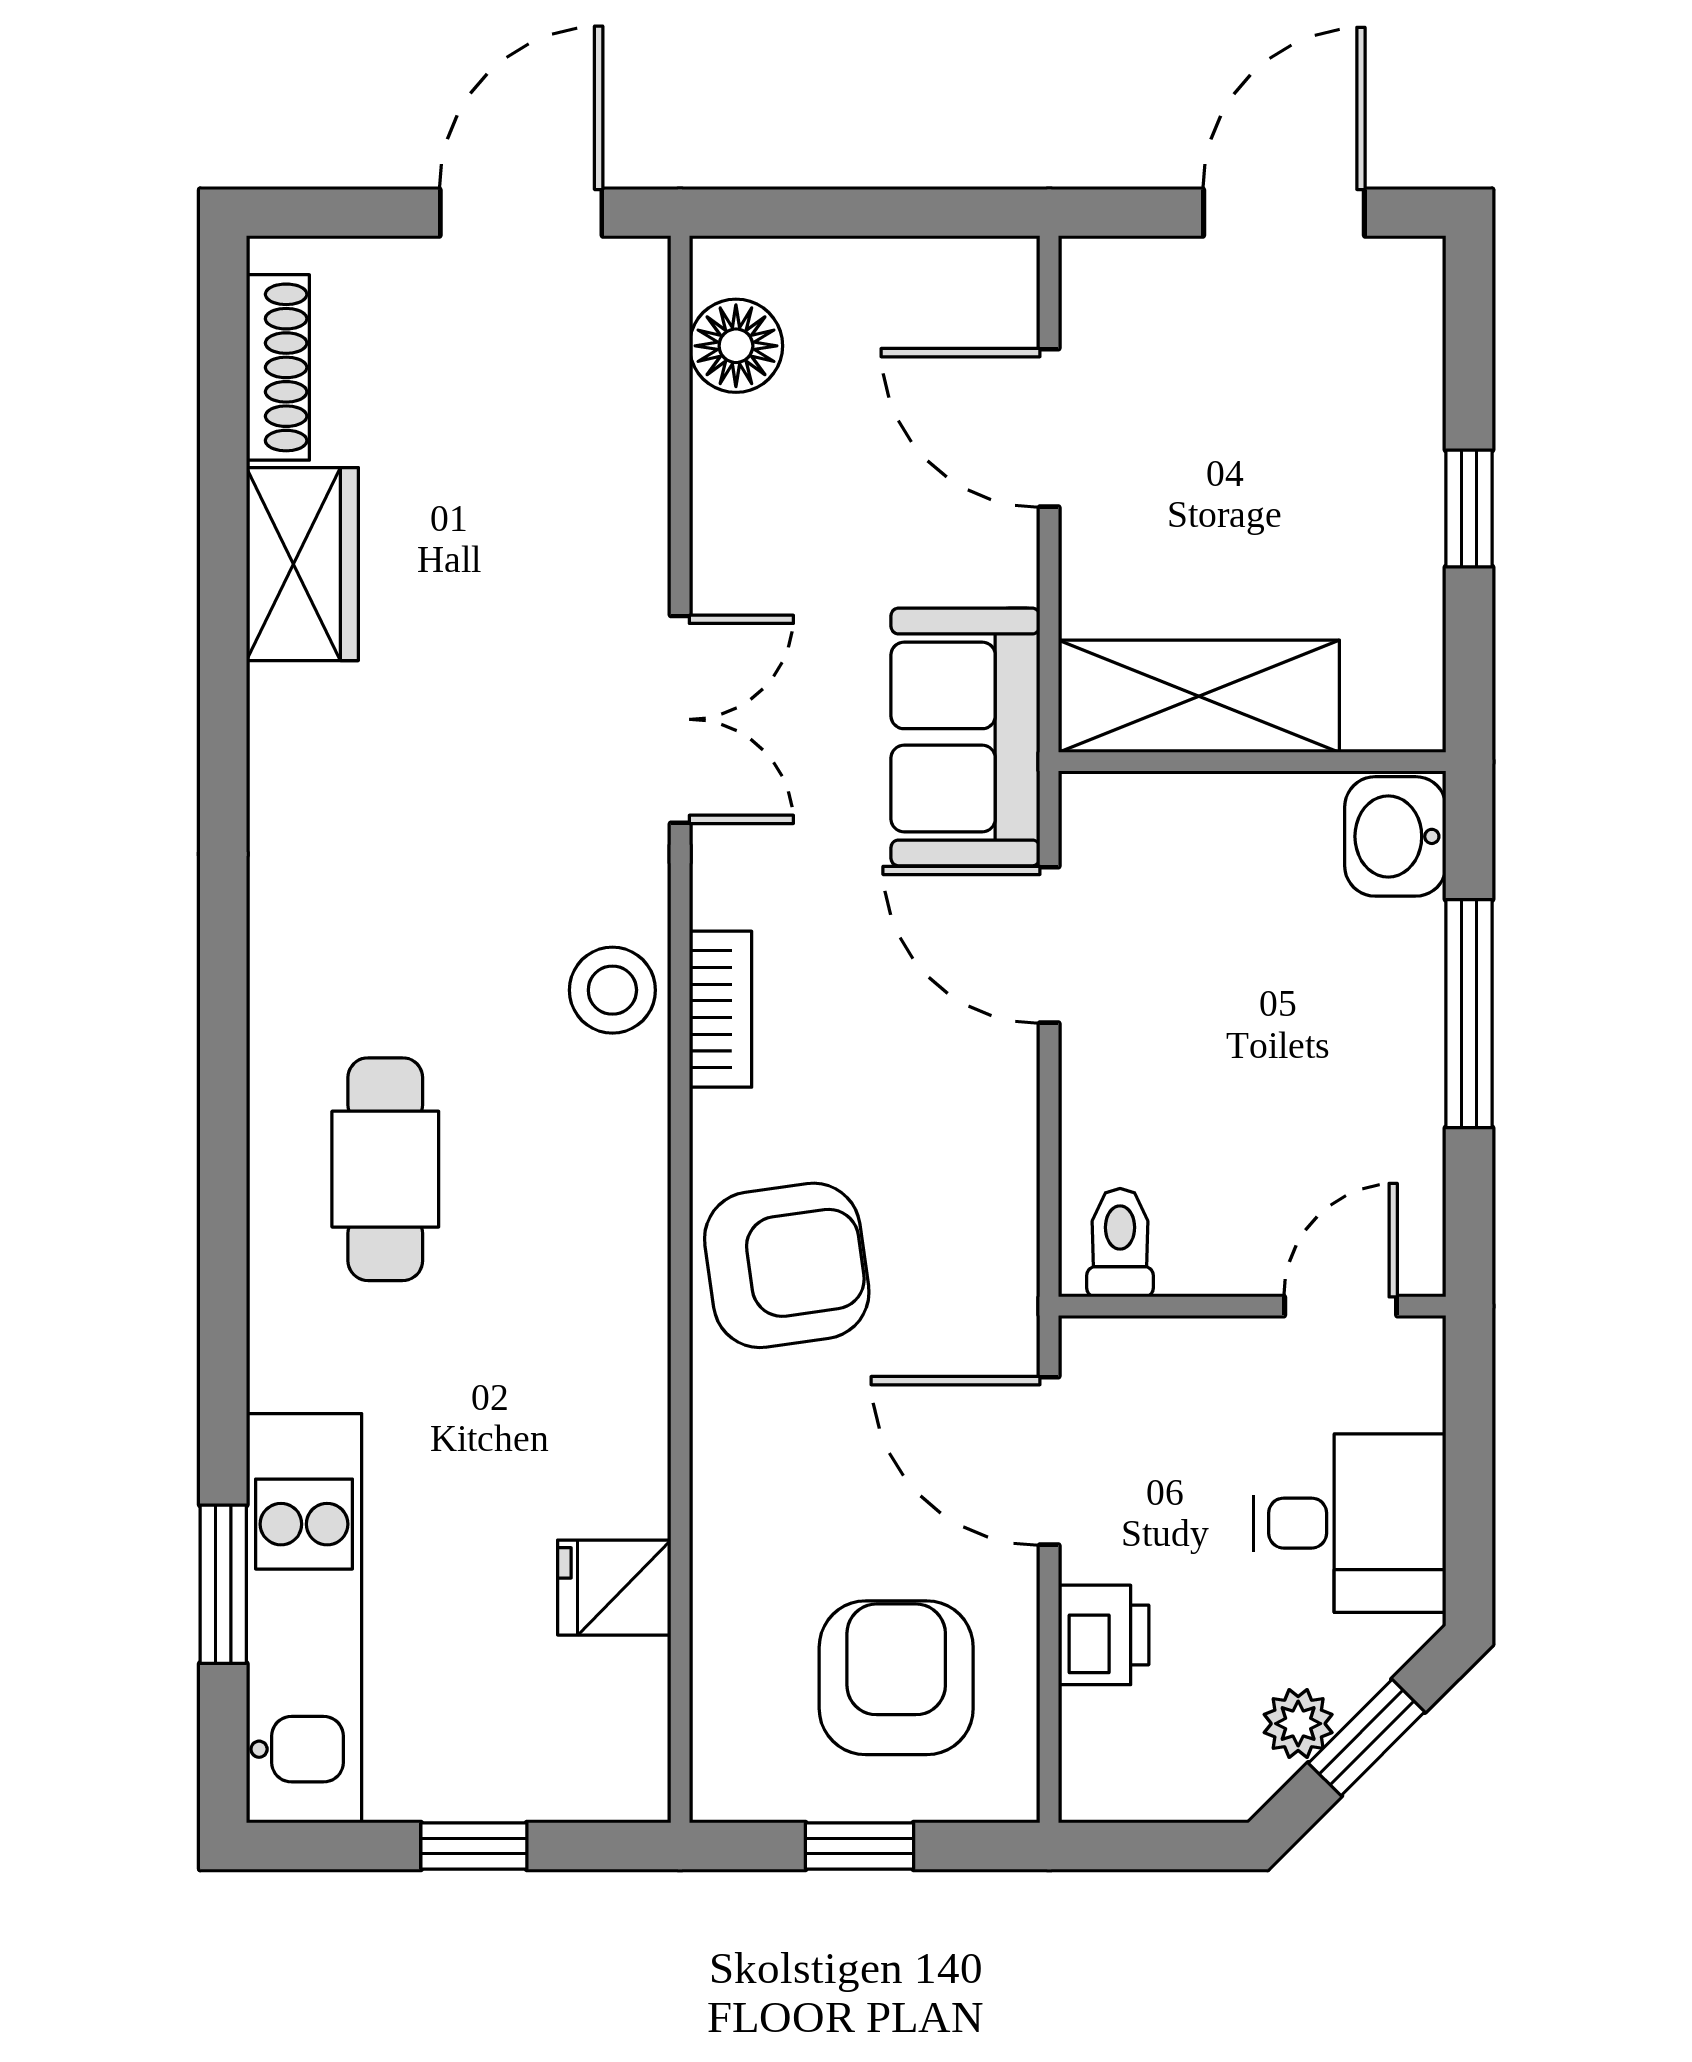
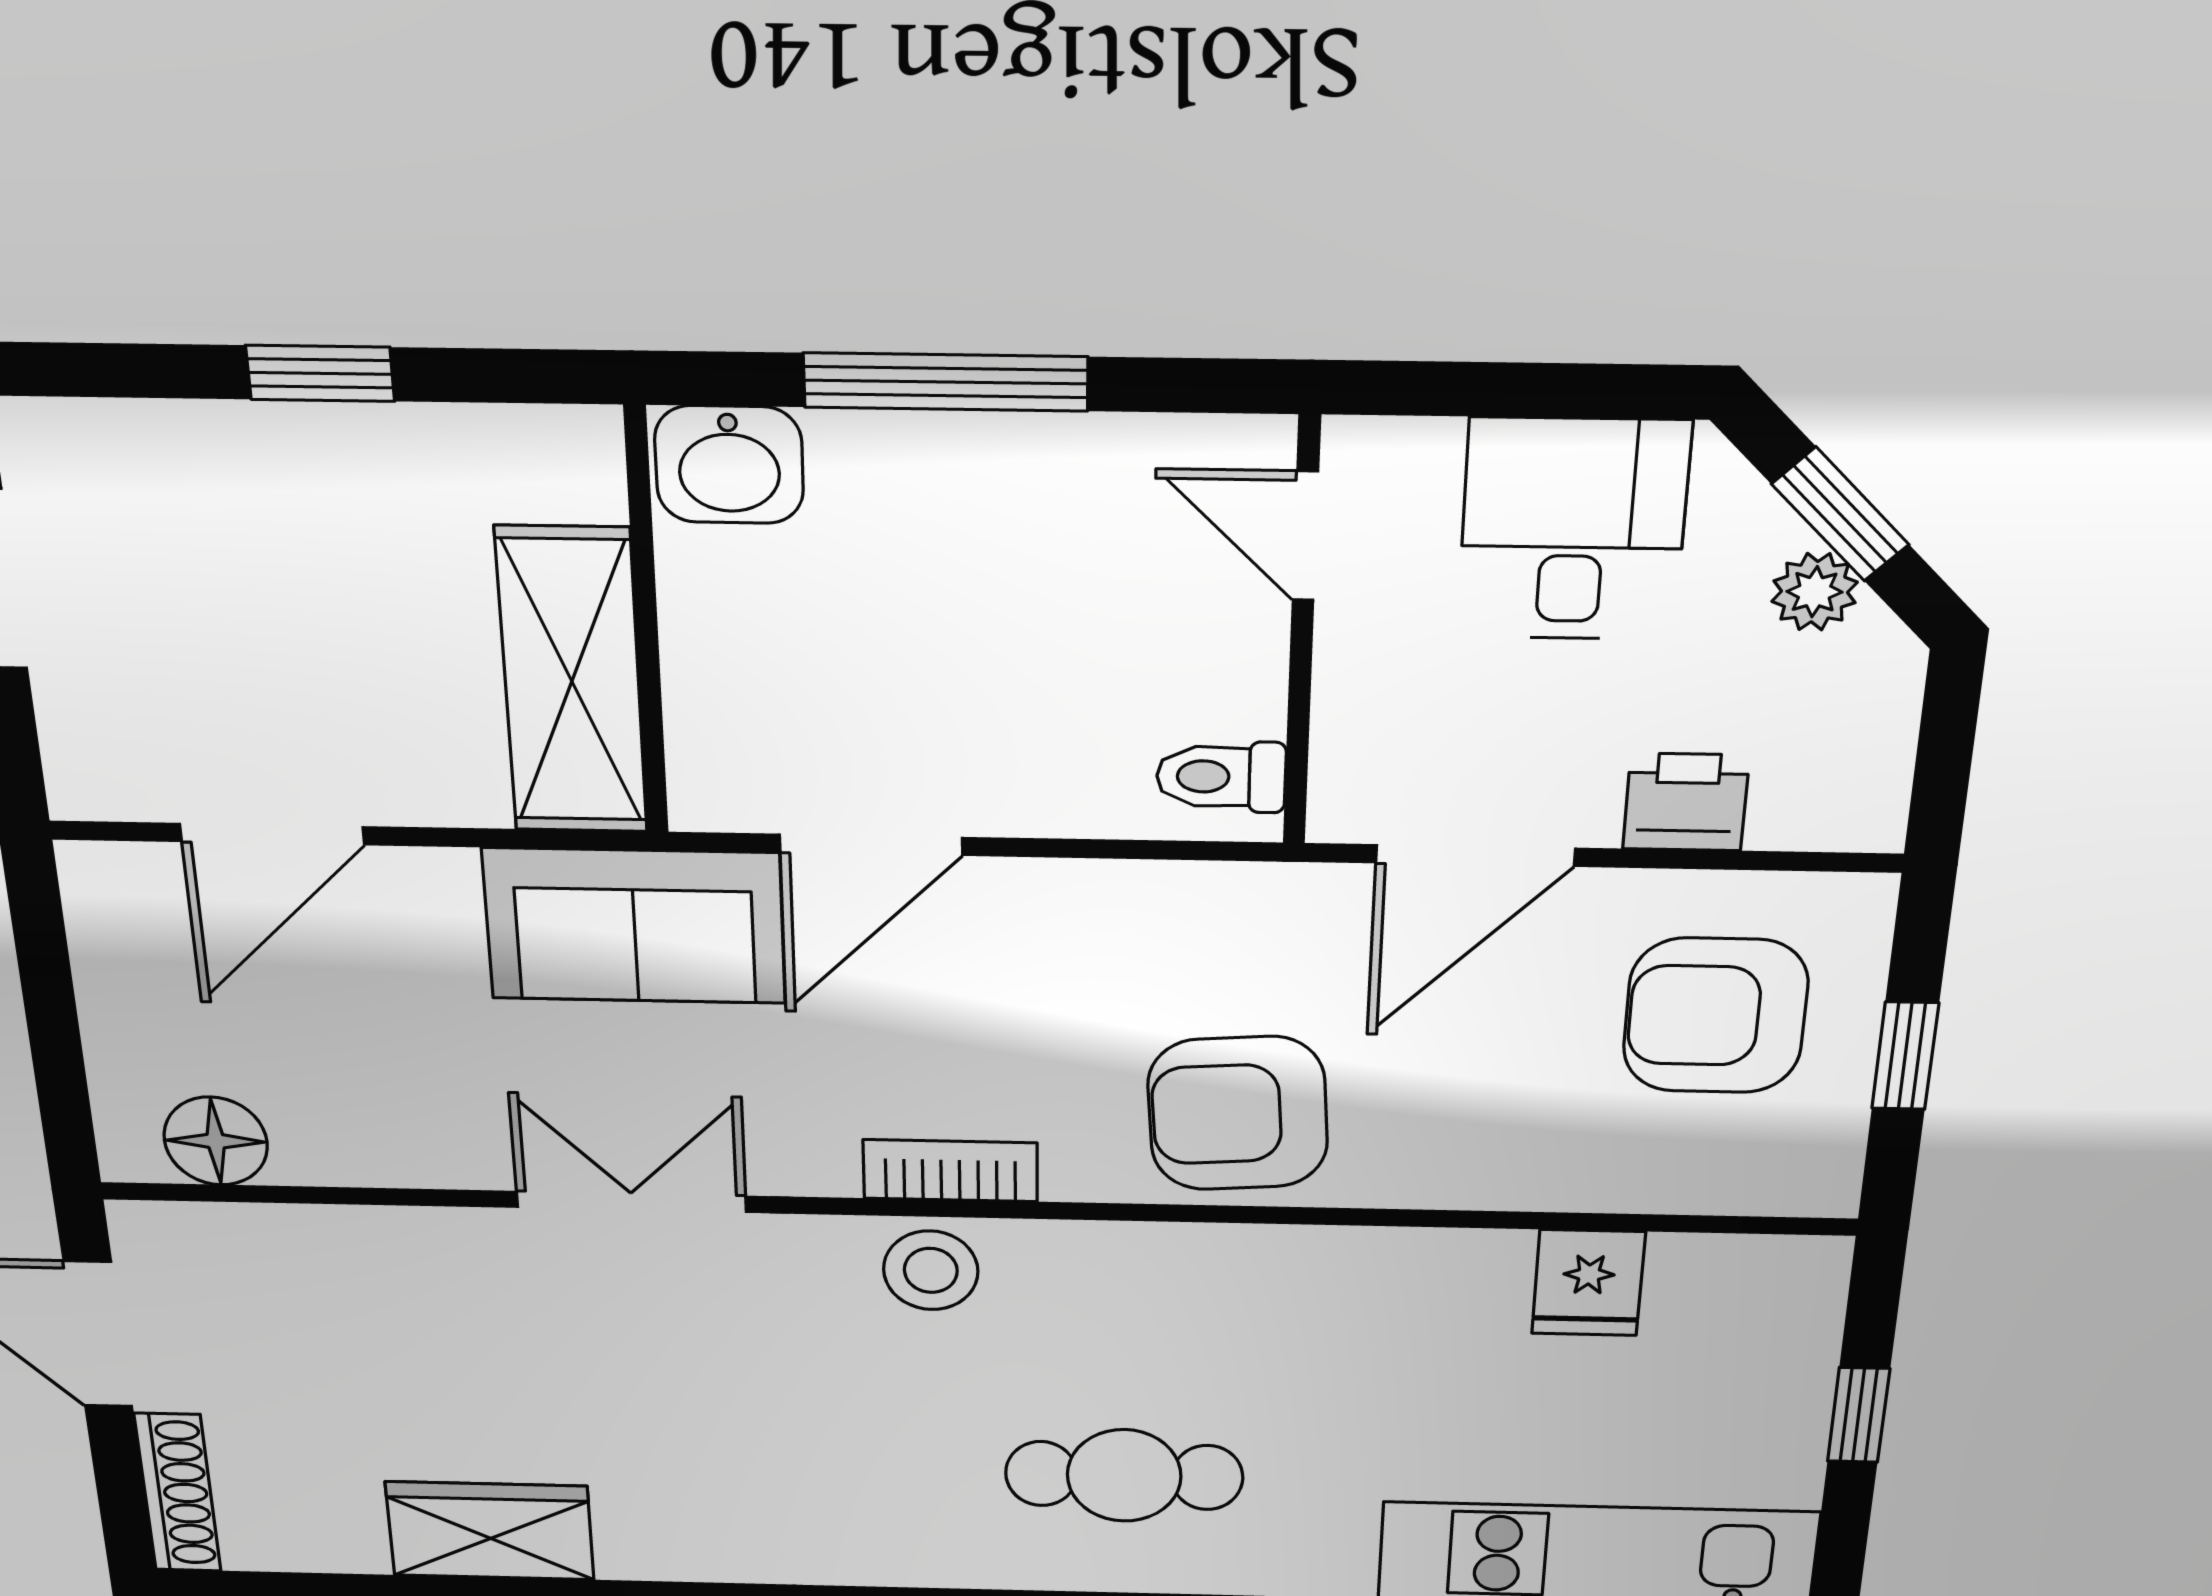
shoe rack: (278, 367) -> (178, 1493), moved, turned 90
armchair: (787, 1265) -> (1238, 1113), turned -86

